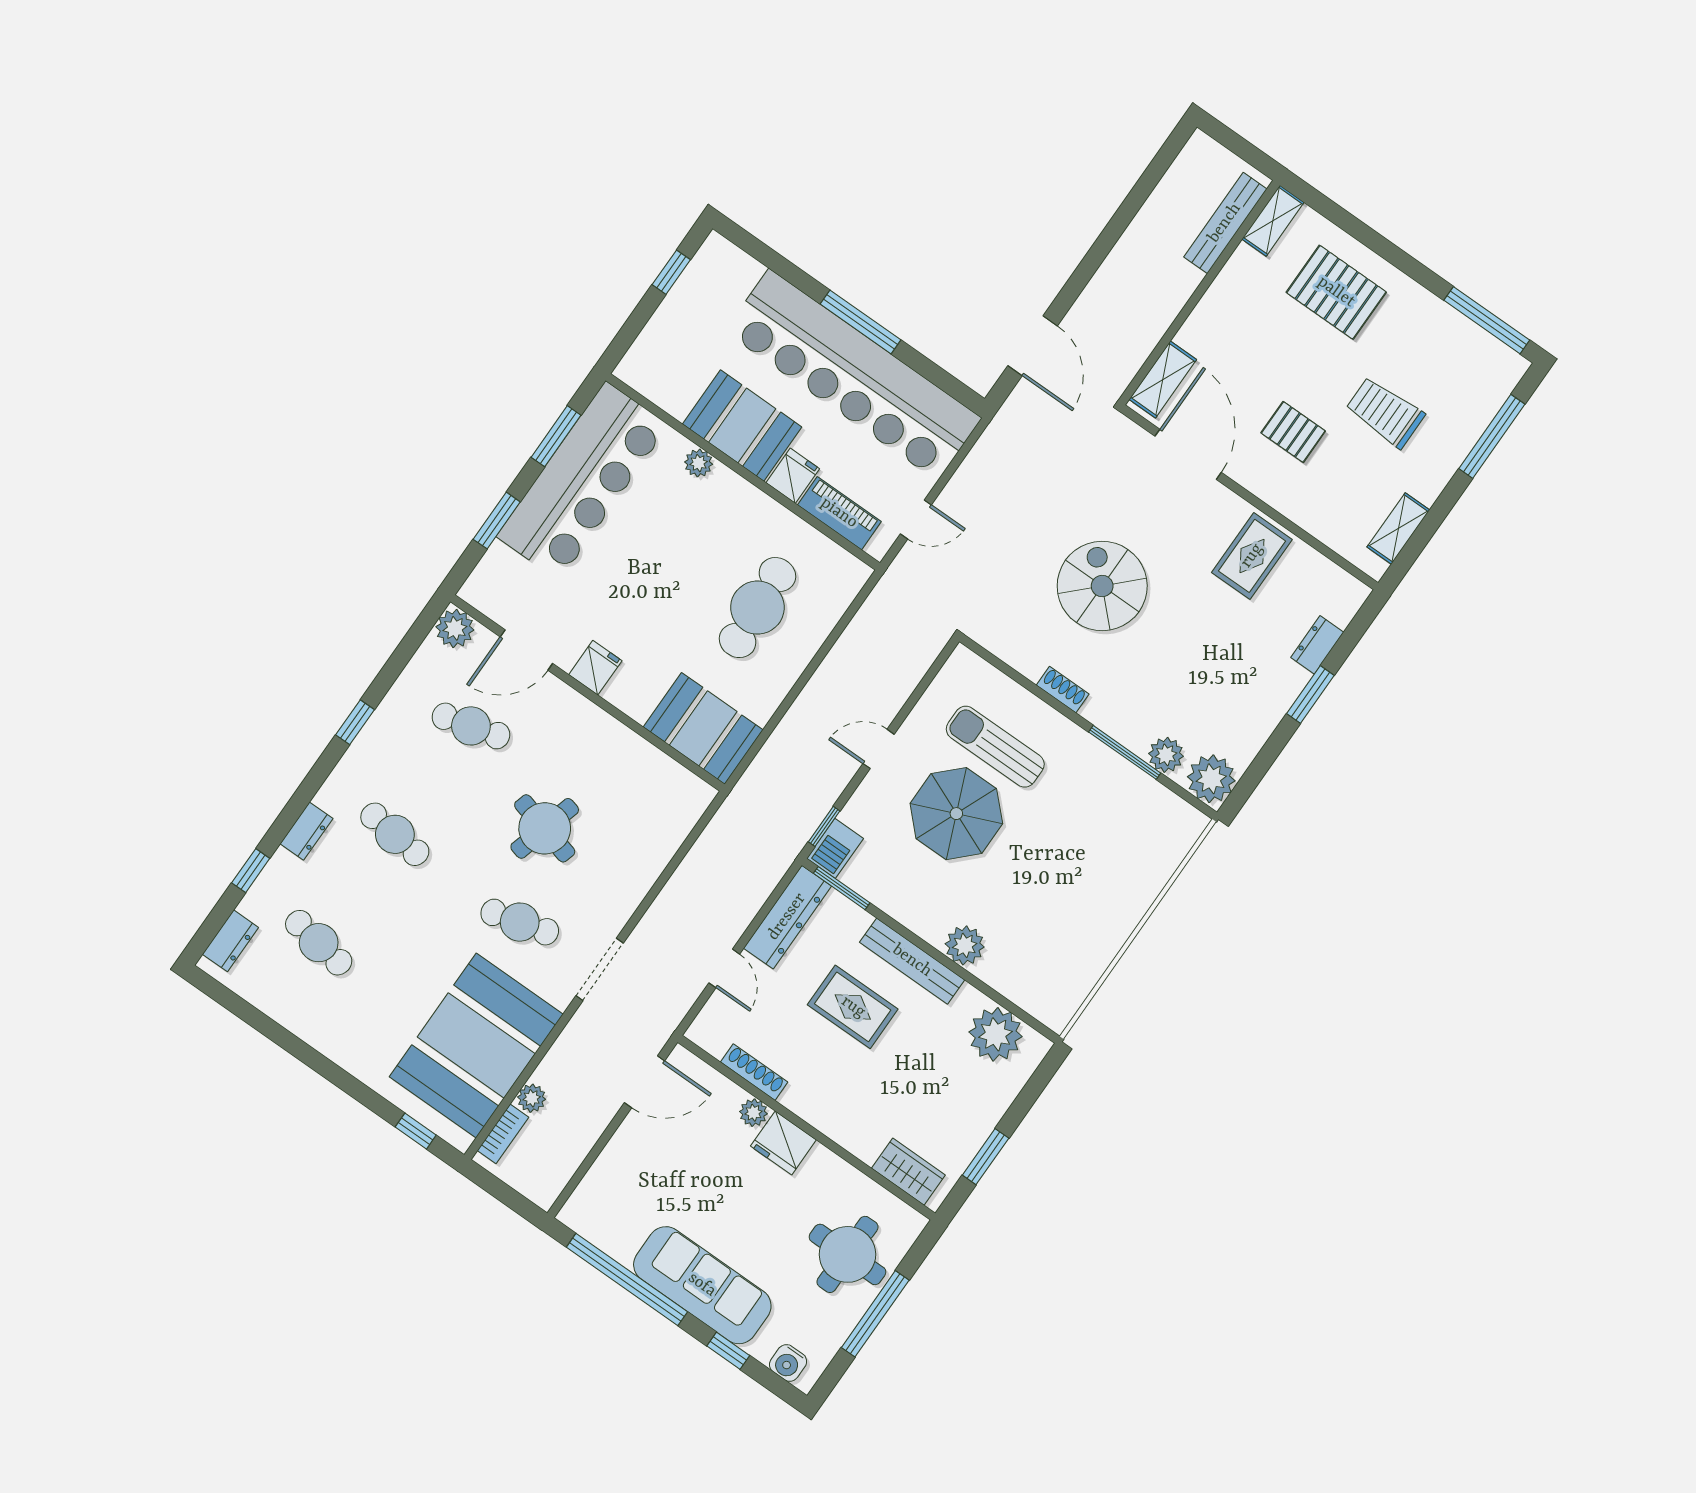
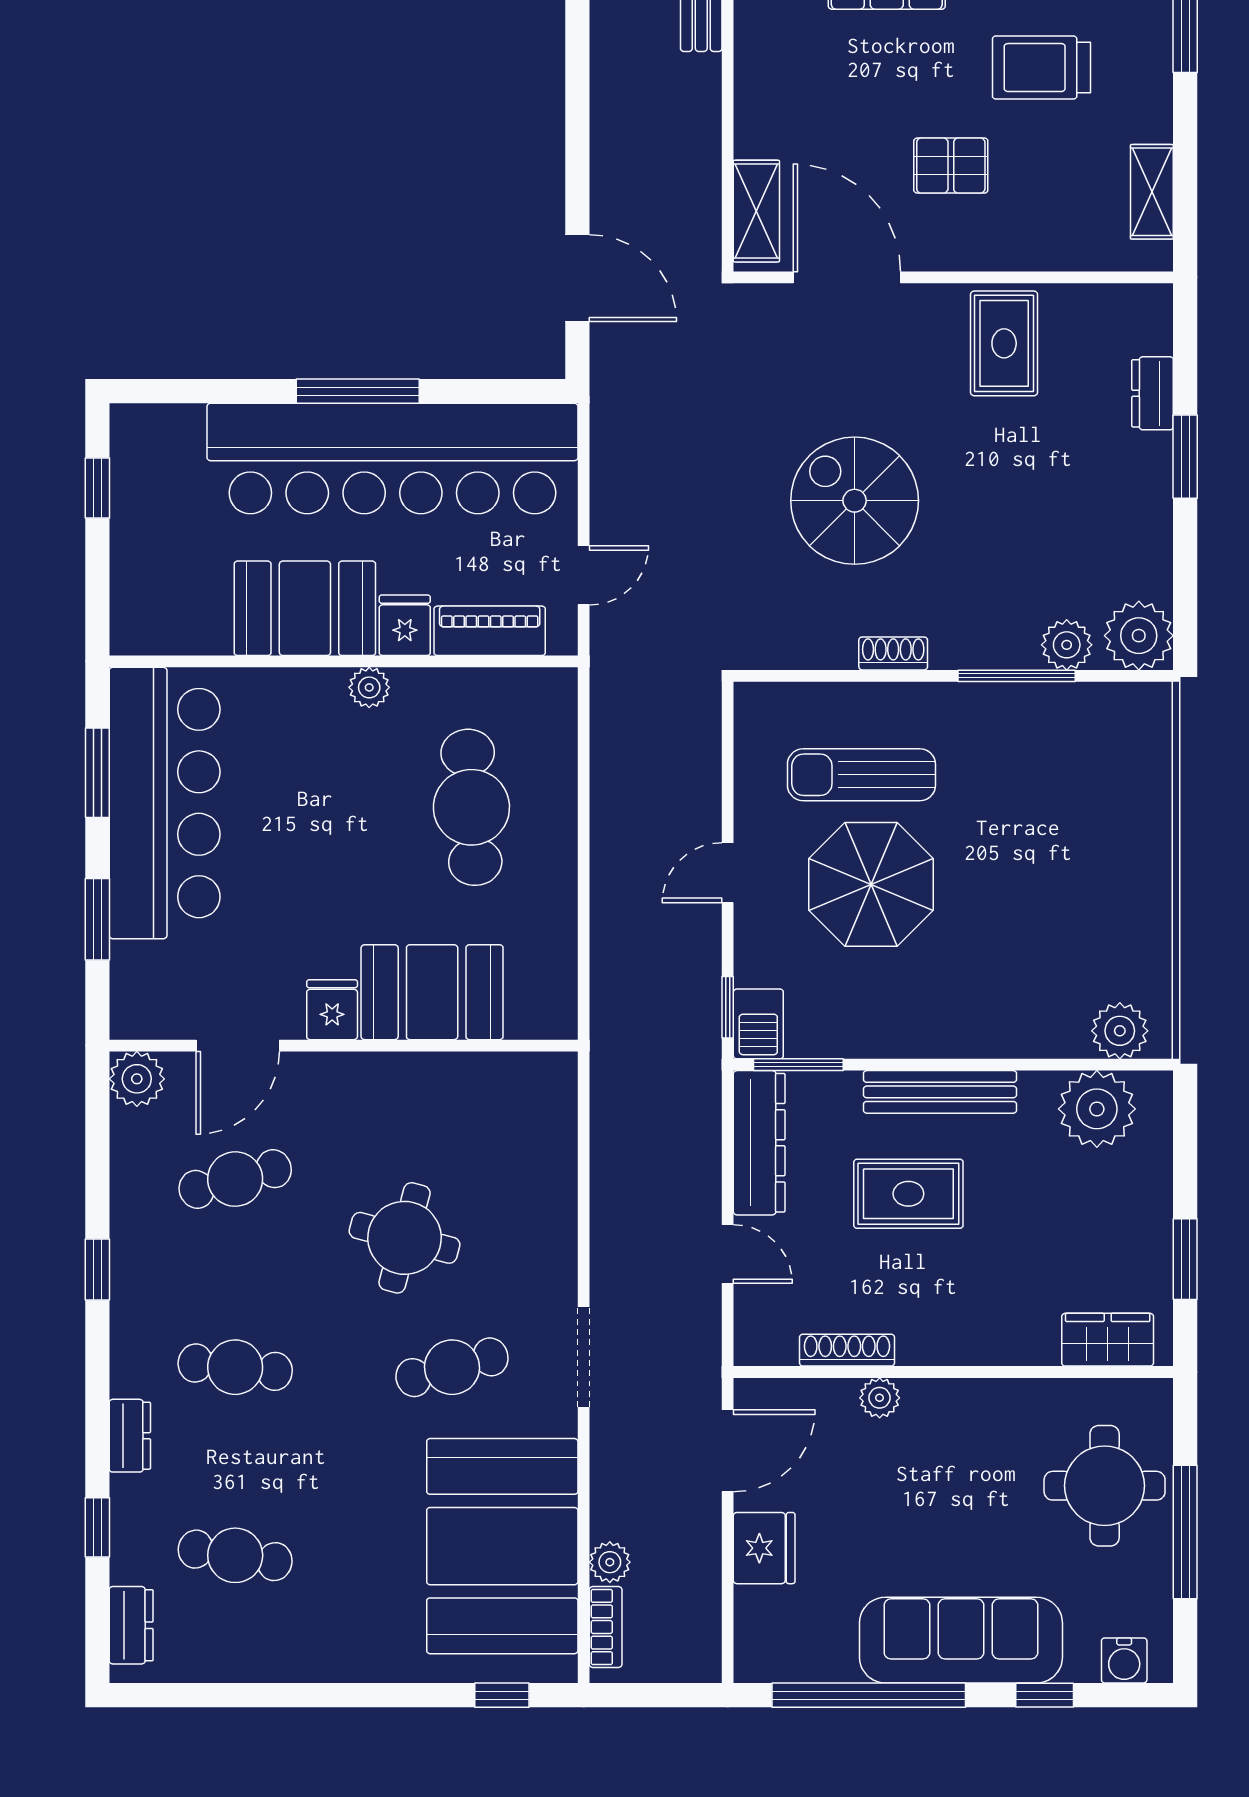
plant: (699, 463) -> (369, 687), moved
booth: (703, 728) -> (432, 992), moved
plant: (965, 945) -> (1120, 1031), moved
fridge: (783, 1143) -> (764, 1548), moved, turned -90

